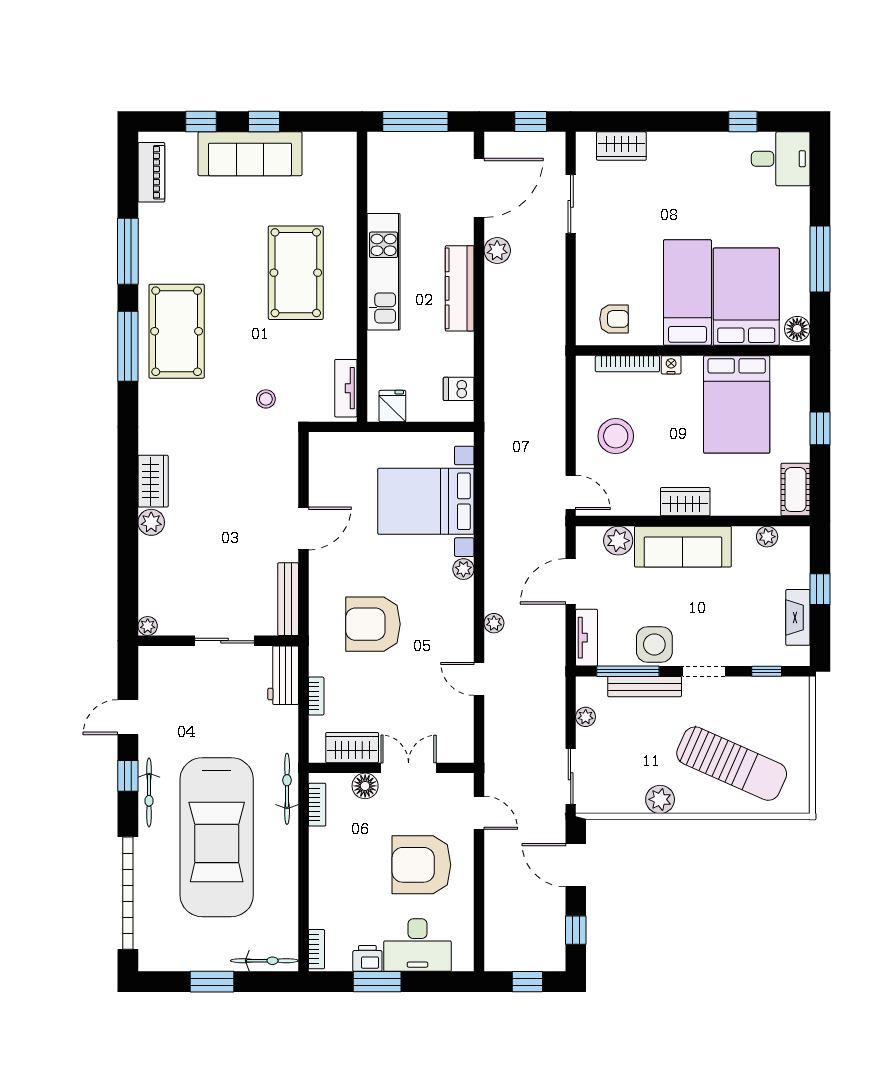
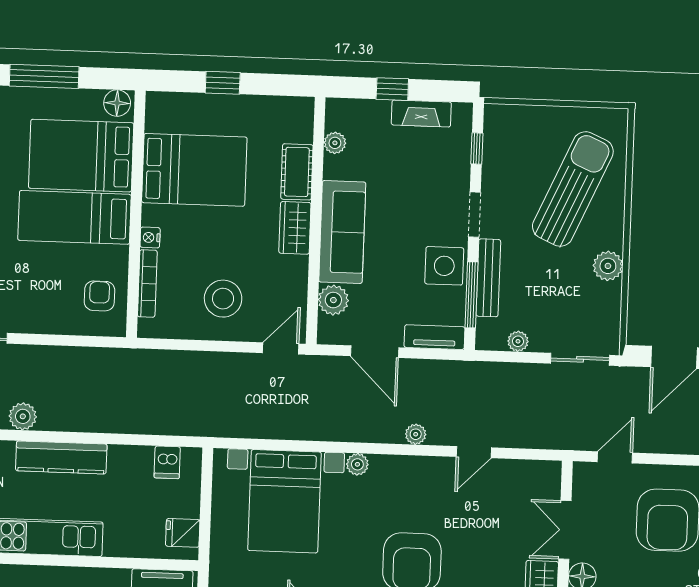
cot: (795, 490) -> (297, 172), moved, turned 90

